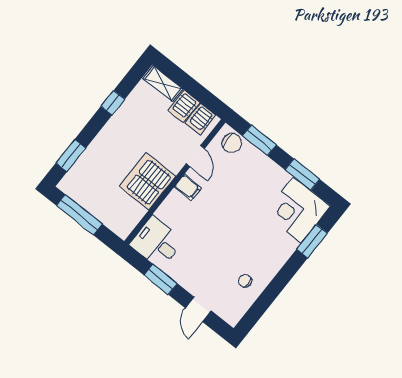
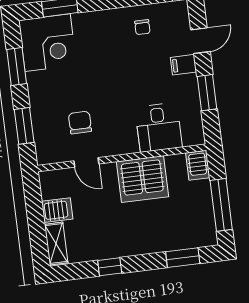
server rack: (200, 119) -> (198, 165), moved, turned 90
chair: (232, 143) -> (80, 123), moved
door: (195, 156) -> (86, 162), swing flipped
filing cabinet: (188, 187) -> (183, 65), moved, turned -90
desk: (157, 242) -> (159, 127), moved

